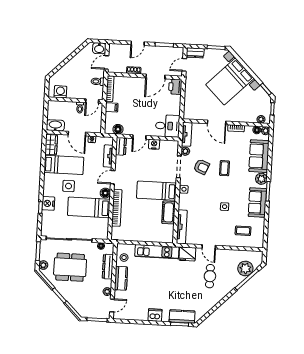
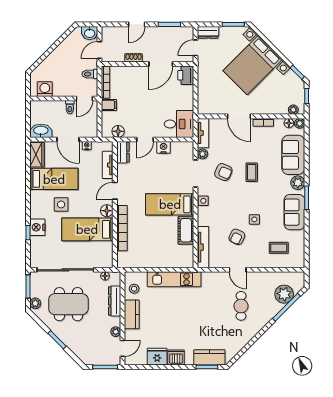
armchair: (210, 220) -> (237, 237), added
fridge: (187, 254) -> (157, 357), moved, turned 180

